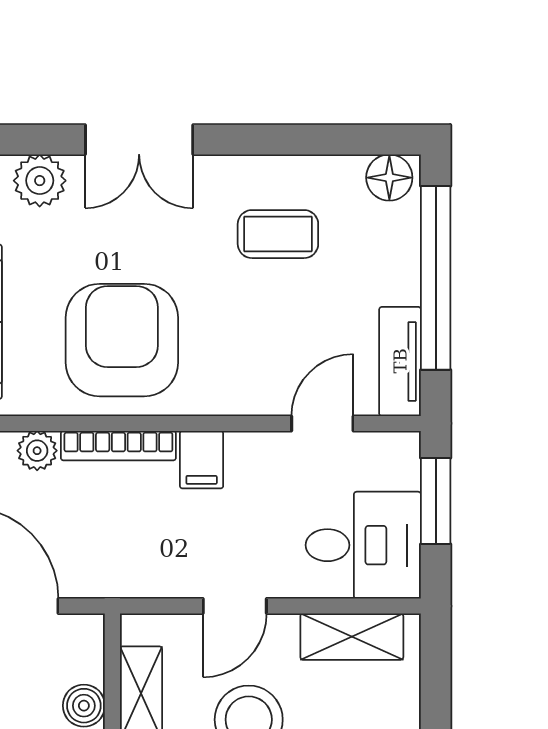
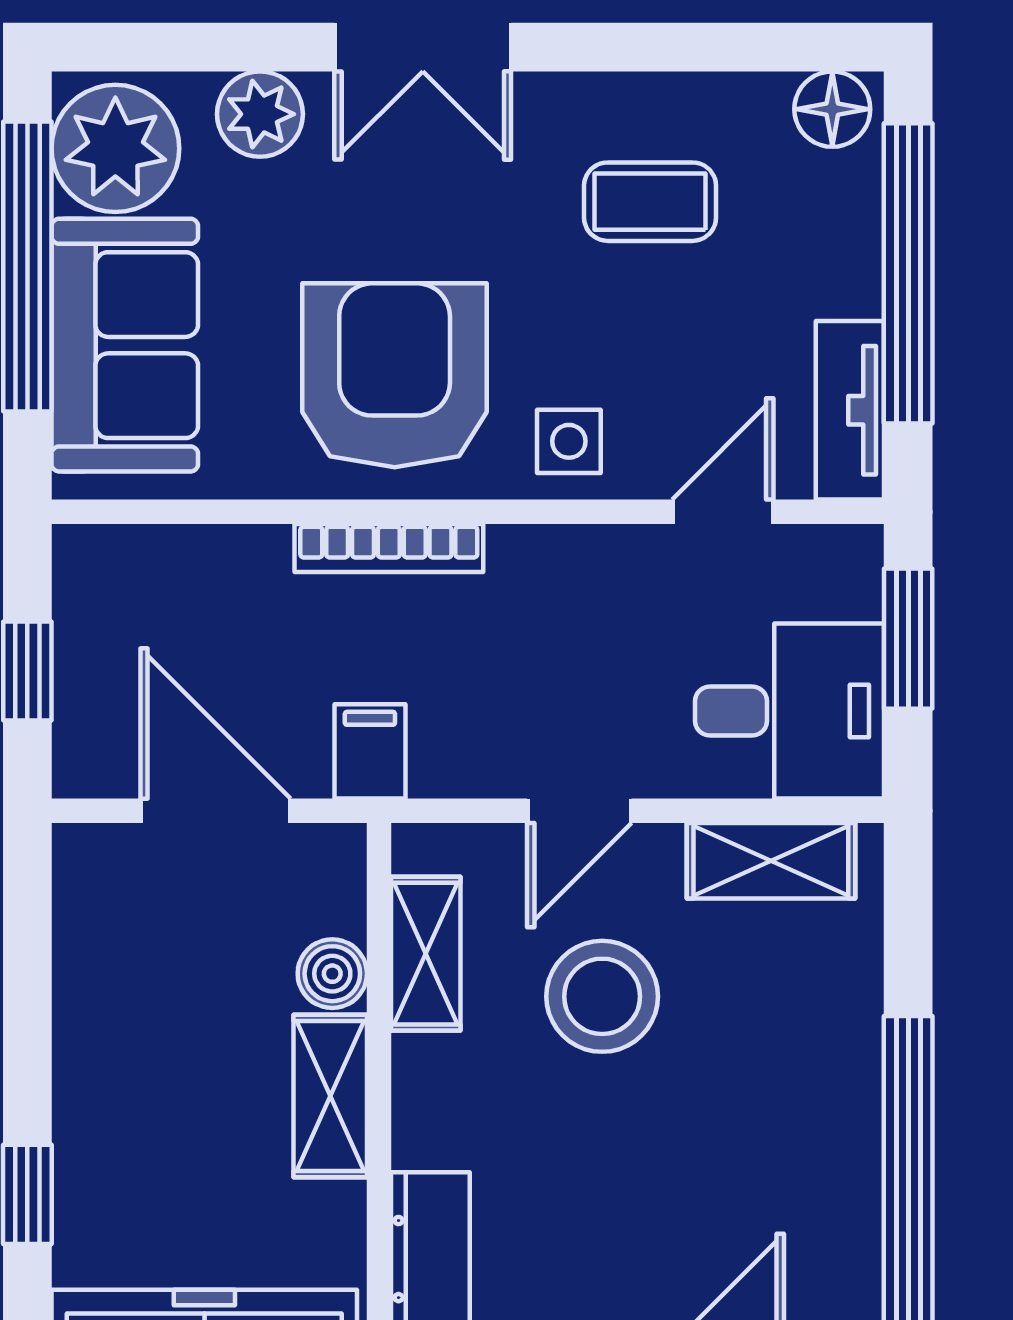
side table: (228, 380) -> (569, 441), added
plant: (37, 451) -> (256, 556), removed
filing cabinet: (202, 460) -> (370, 751), moved, turned 180

